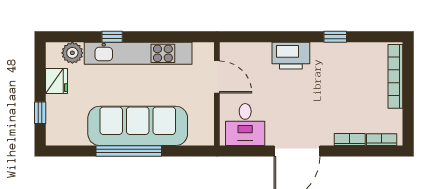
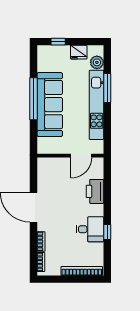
window: (112, 37) -> (107, 88), width x2.17
printer: (291, 56) -> (95, 191), moved
desk: (245, 125) -> (90, 229), moved, turned 180

